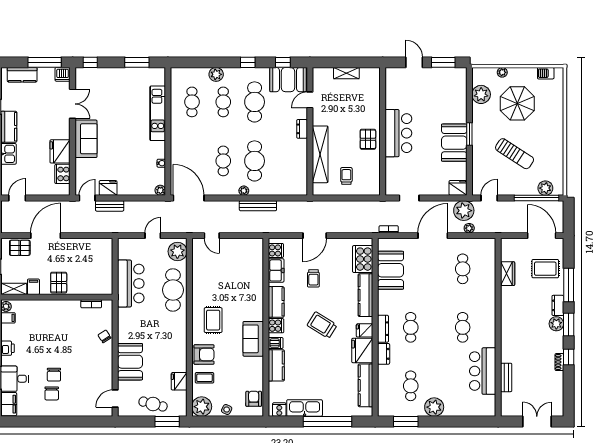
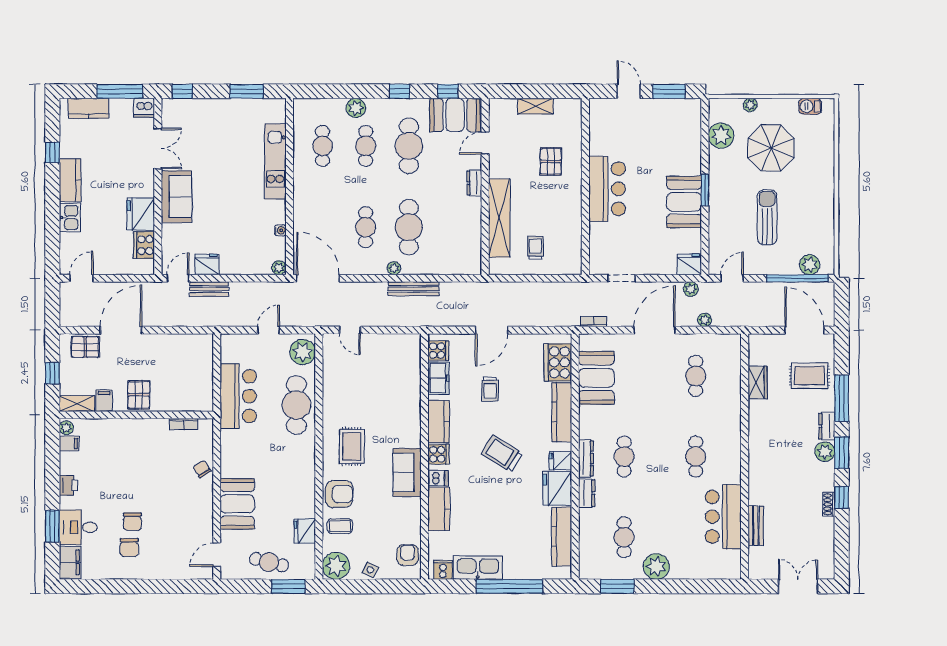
pallet: (368, 139) -> (551, 161), moved
sun lounger: (515, 154) -> (767, 217), turned -123
plant: (464, 211) -> (691, 289), width x0.53, depth x0.53

